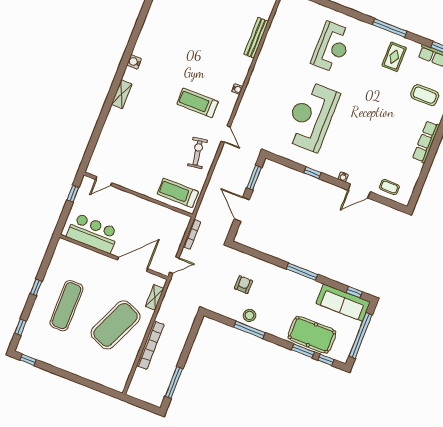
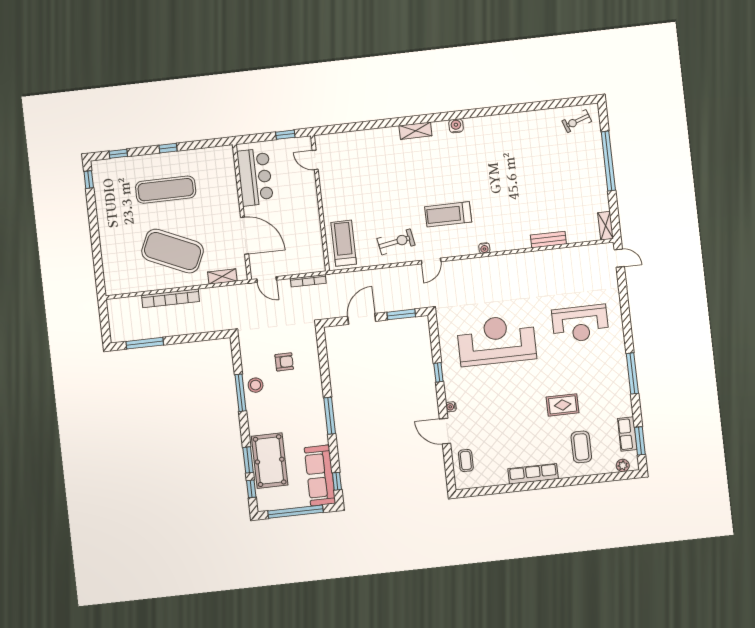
bench: (256, 38) -> (548, 240), width x0.73
rug: (394, 57) -> (563, 405), moved
treadmill: (198, 103) -> (448, 214), turned -90

